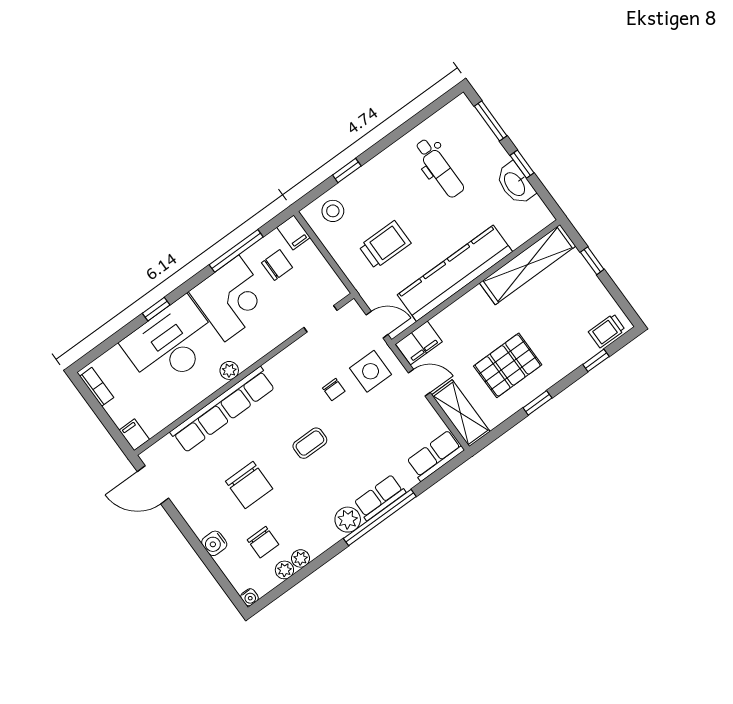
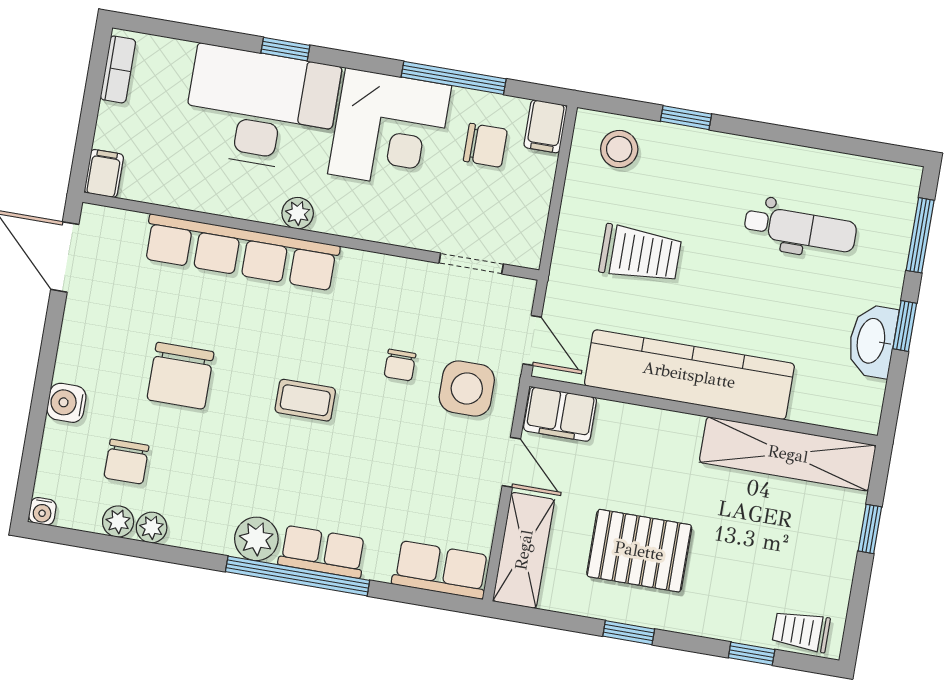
dental chair: (439, 168) -> (800, 229), turned -90

